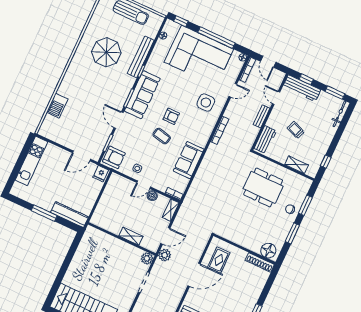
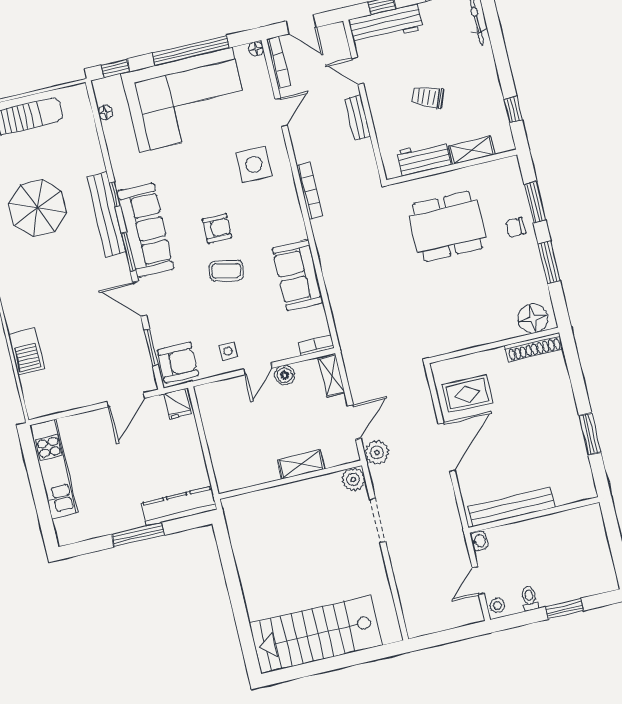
bench: (141, 57) -> (107, 215), moved
workbench: (265, 140) -> (424, 158), moved, turned -90
rug: (219, 260) -> (467, 394), turned 90

